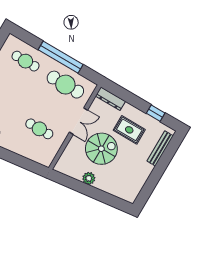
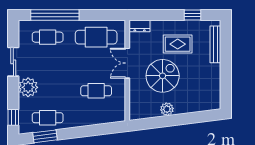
window: (61, 57) -> (55, 15), moved
dresser: (110, 99) -> (140, 26), width x0.70
double door: (78, 121) -> (127, 63), swing flipped

